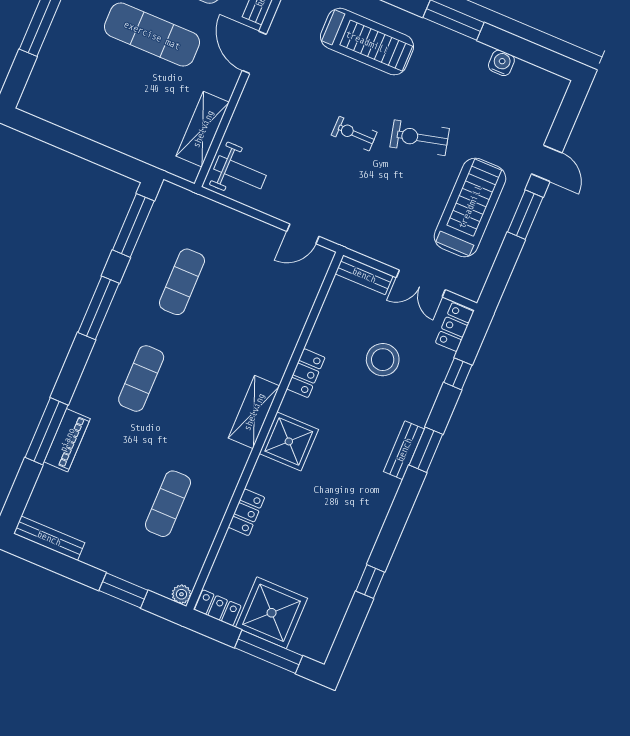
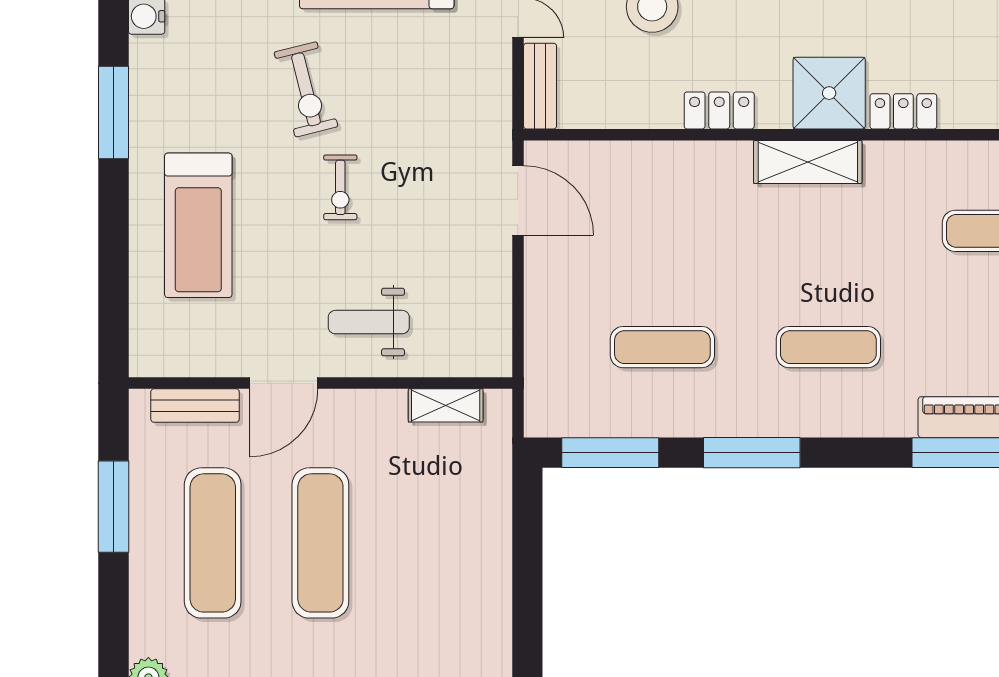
treadmill: (367, 42) -> (198, 225), turned 180
shelving: (203, 129) -> (446, 405), width x0.67, depth x0.75
weight bench: (240, 172) -> (369, 322), moved, turned -90
door: (303, 234) -> (518, 200), width x1.38
locker: (246, 512) -> (903, 111), moved

